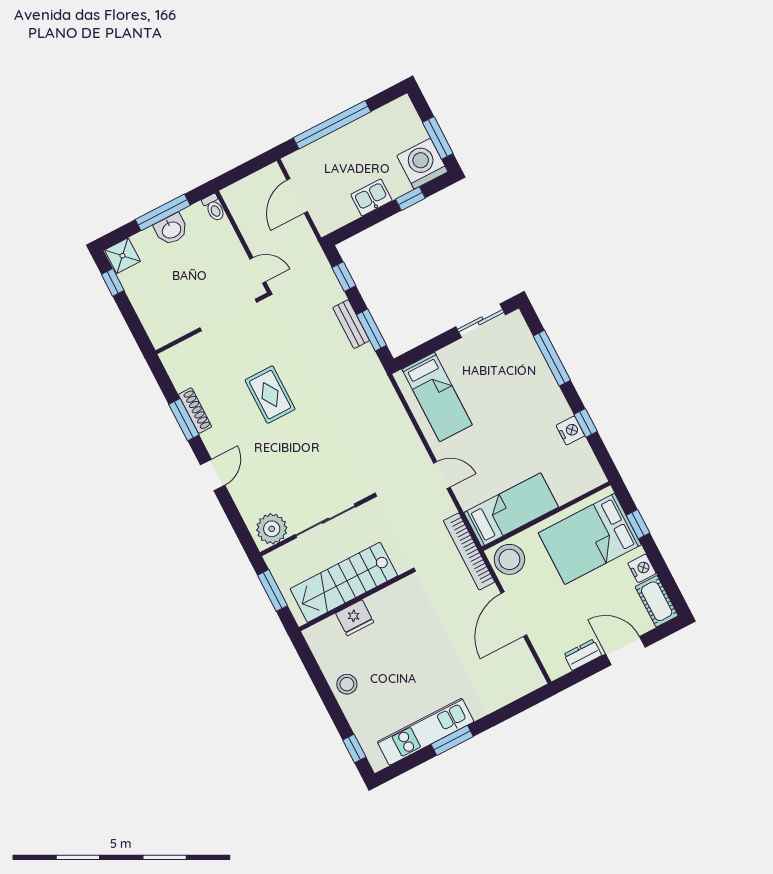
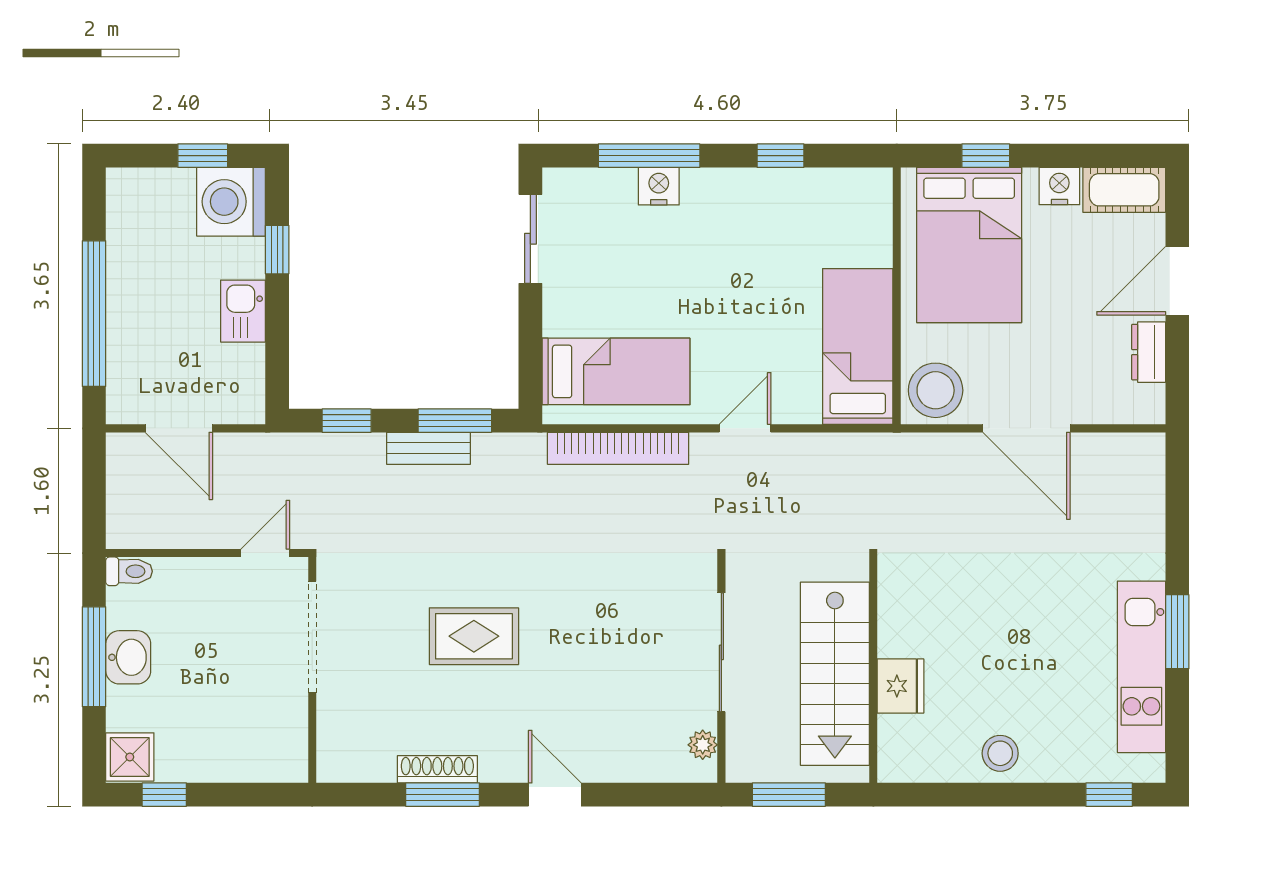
window: (438, 138) -> (203, 156), width x0.67
nightstand: (570, 431) -> (659, 186), moved
plant: (272, 529) -> (703, 745), width x0.53, depth x0.53
bookcase: (469, 551) -> (618, 448), moved

